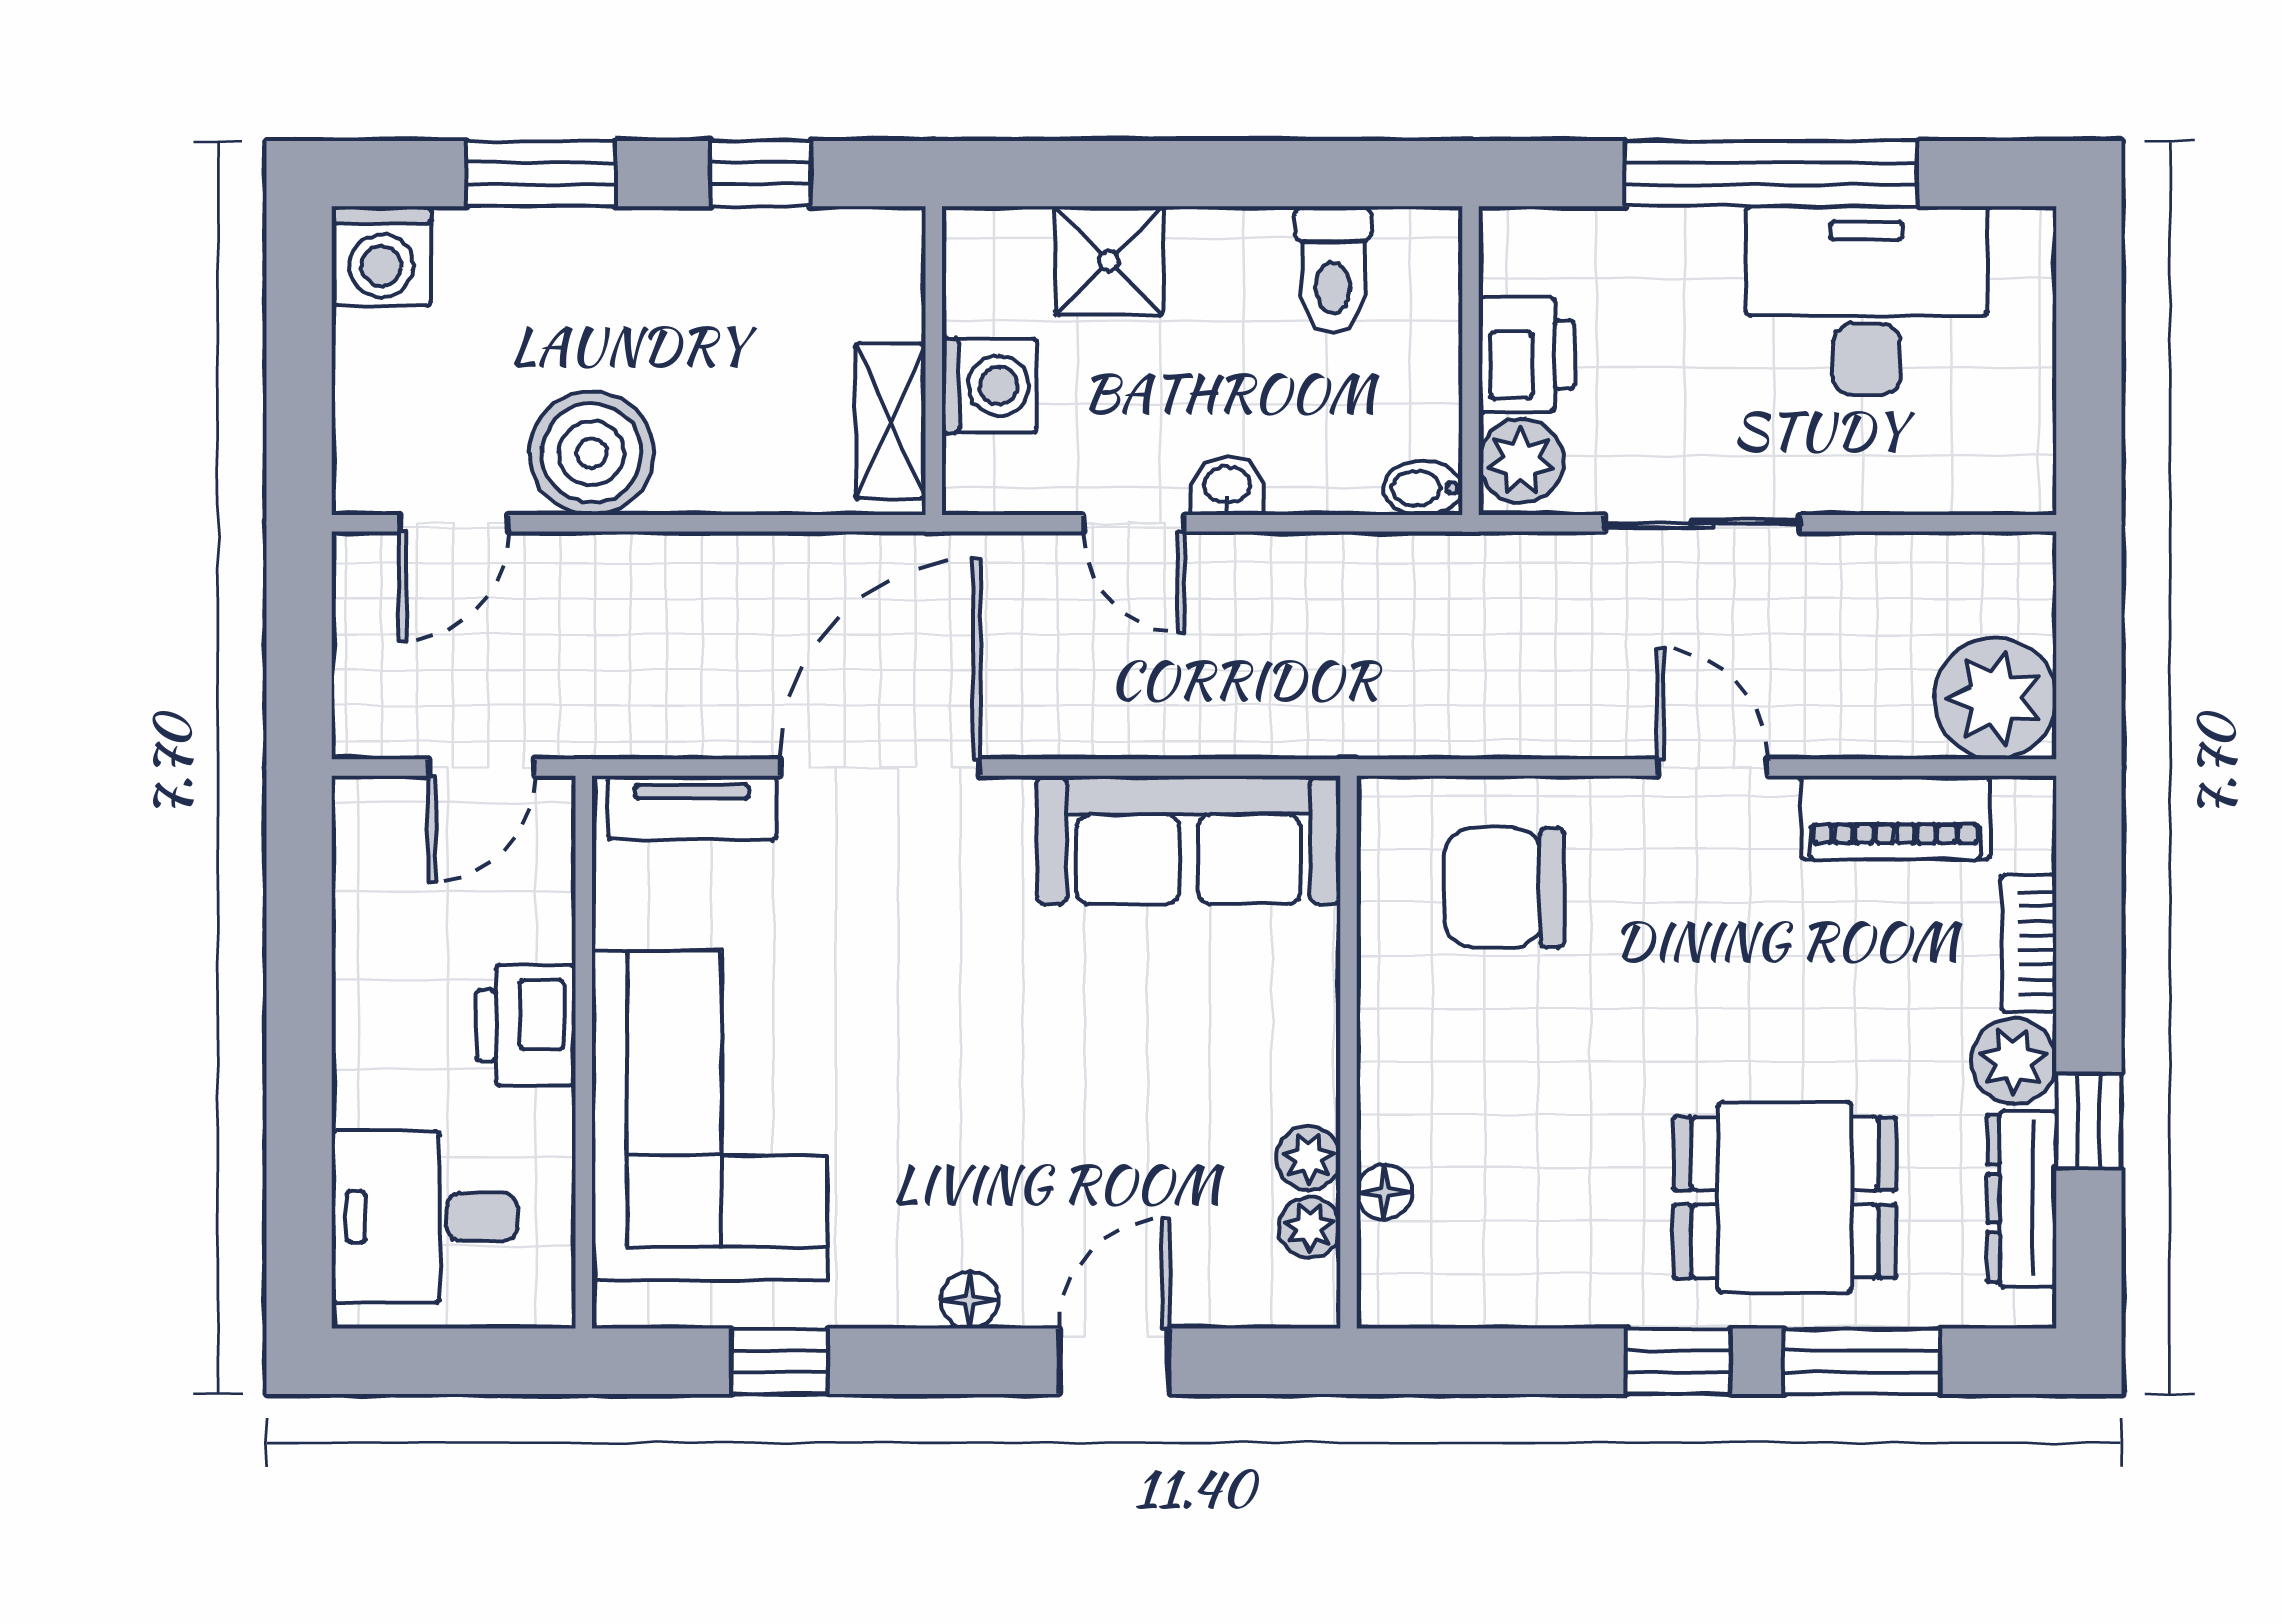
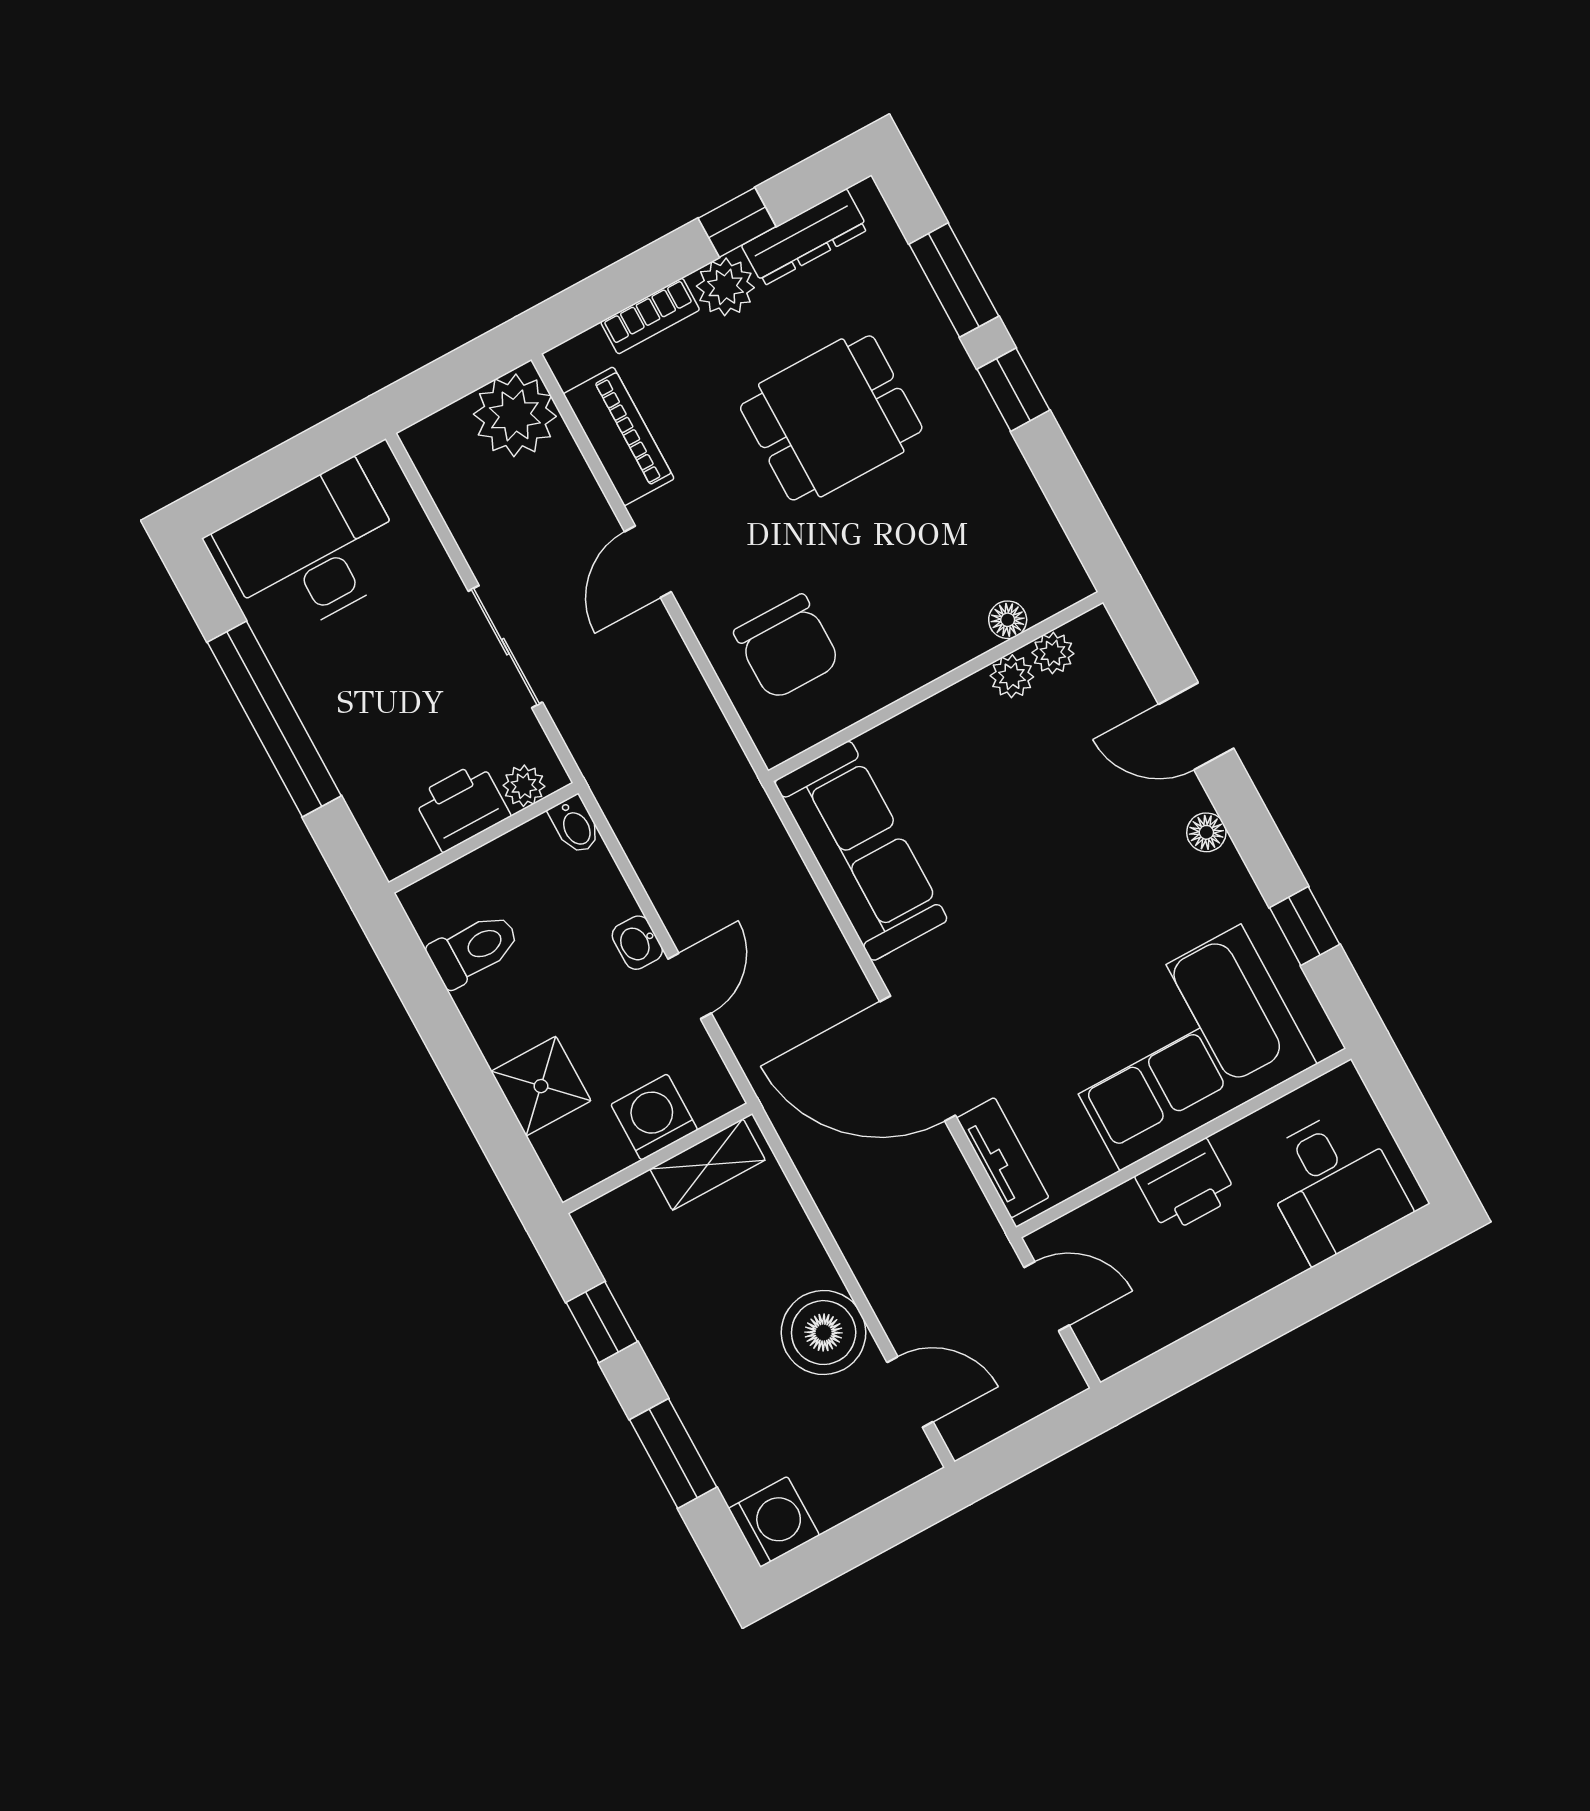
desk: (1867, 301) -> (313, 551), moved, turned 90
plant: (1521, 461) -> (524, 786), width x0.73, depth x0.73
dining table: (1785, 1197) -> (831, 418), moved, turned 90

